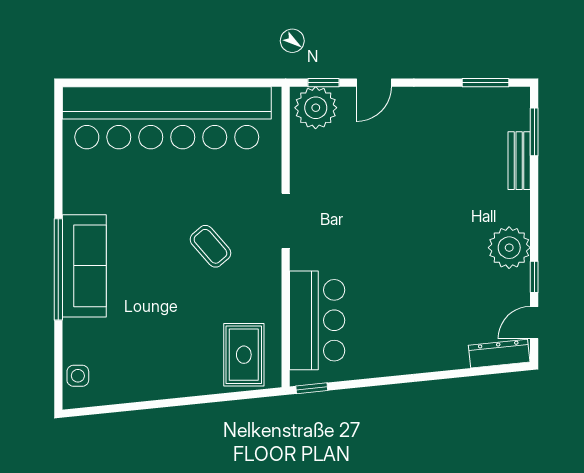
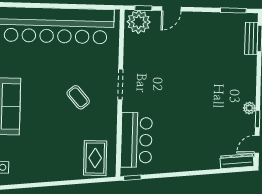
bench: (519, 161) -> (251, 38), moved
plant: (509, 248) -> (249, 108), width x0.53, depth x0.53

